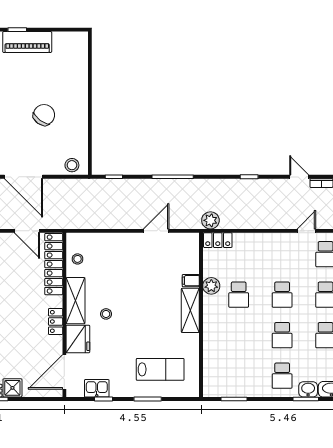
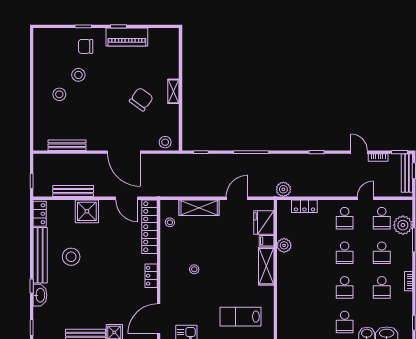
shelving: (82, 106) -> (173, 91), added
locker: (218, 240) -> (304, 206), moved
school desk: (239, 295) -> (345, 218), moved
shelving: (75, 301) -> (199, 208), moved, turned 90
fridge: (78, 339) -> (264, 223), moved, turned 180
lab bench: (160, 369) -> (240, 317), turned 180

